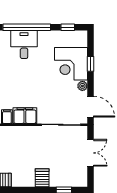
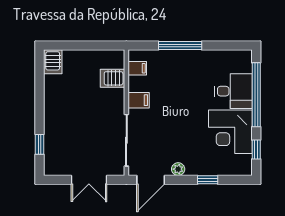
corner desk: (71, 64) -> (230, 132), moved, turned -90
filing cabinet: (25, 116) -> (139, 100), width x0.50
server rack: (42, 178) -> (113, 78), moved, turned 180

